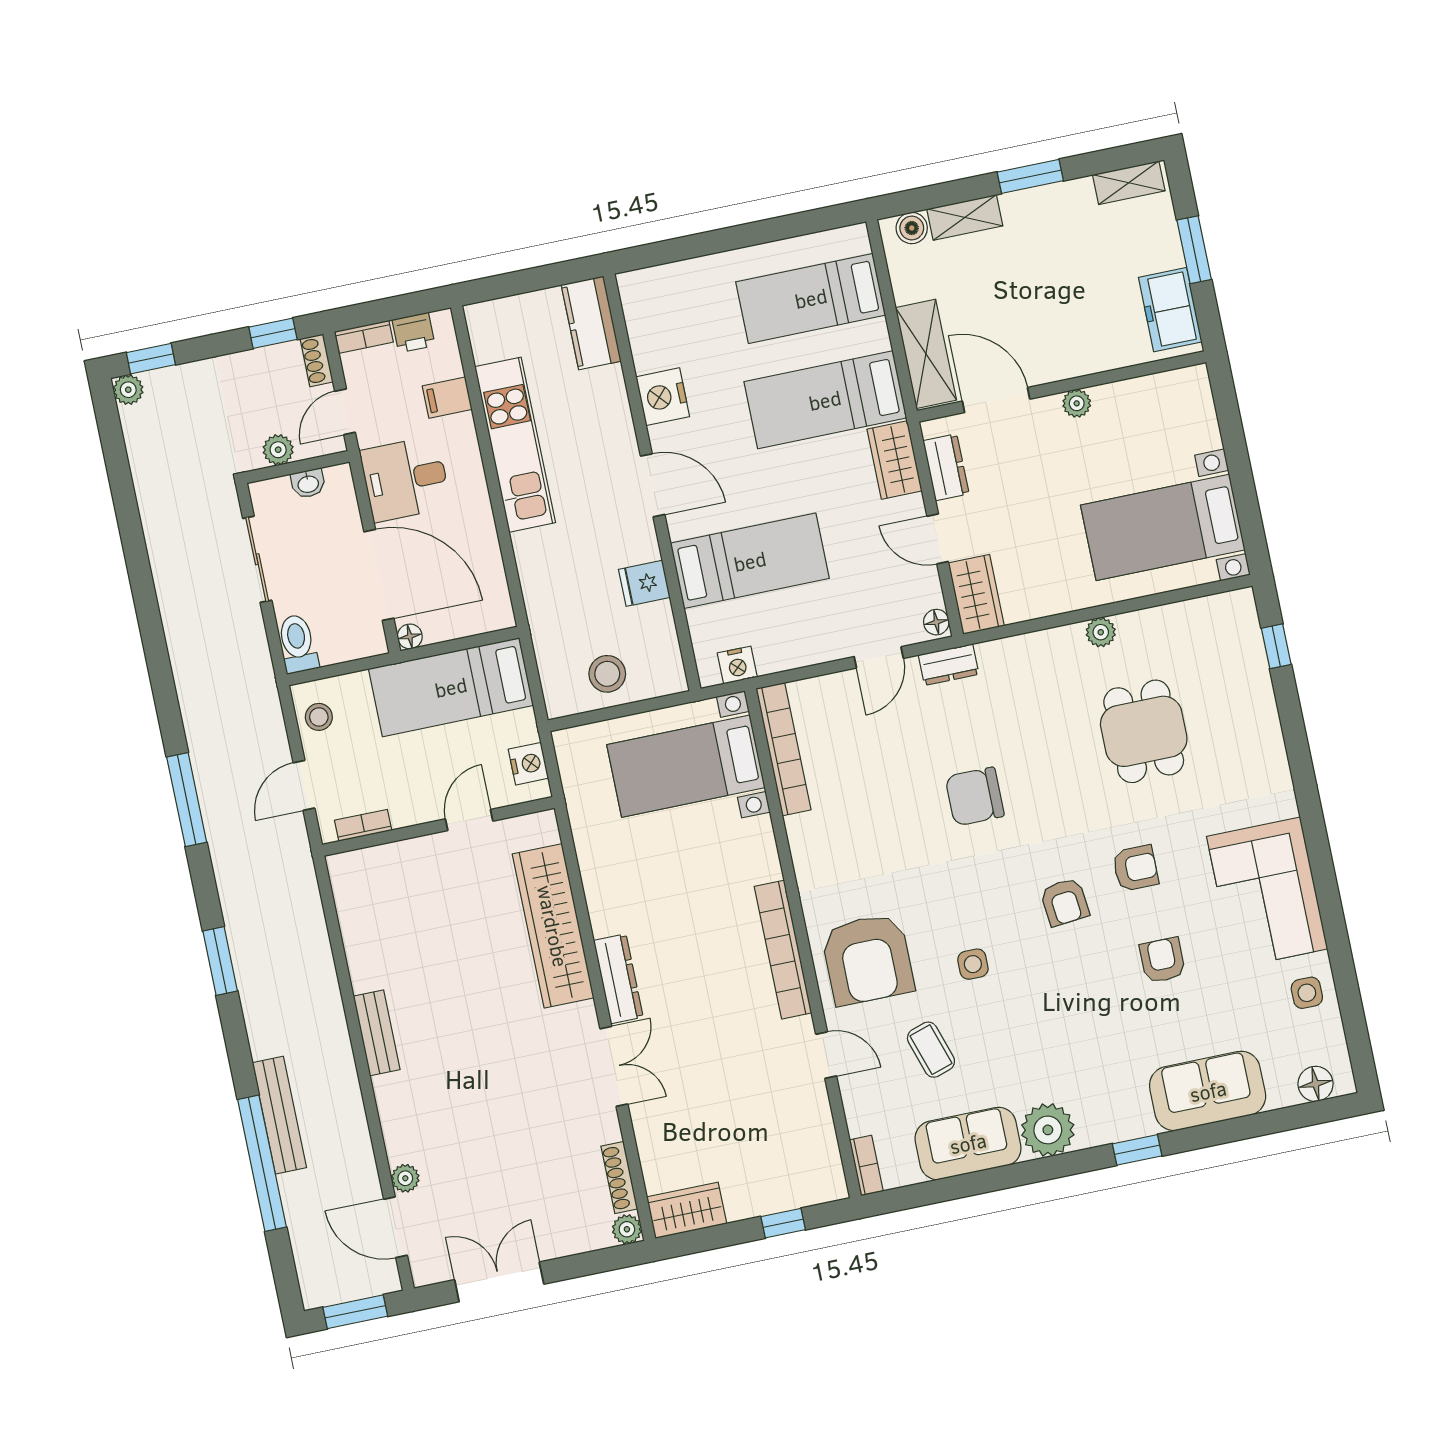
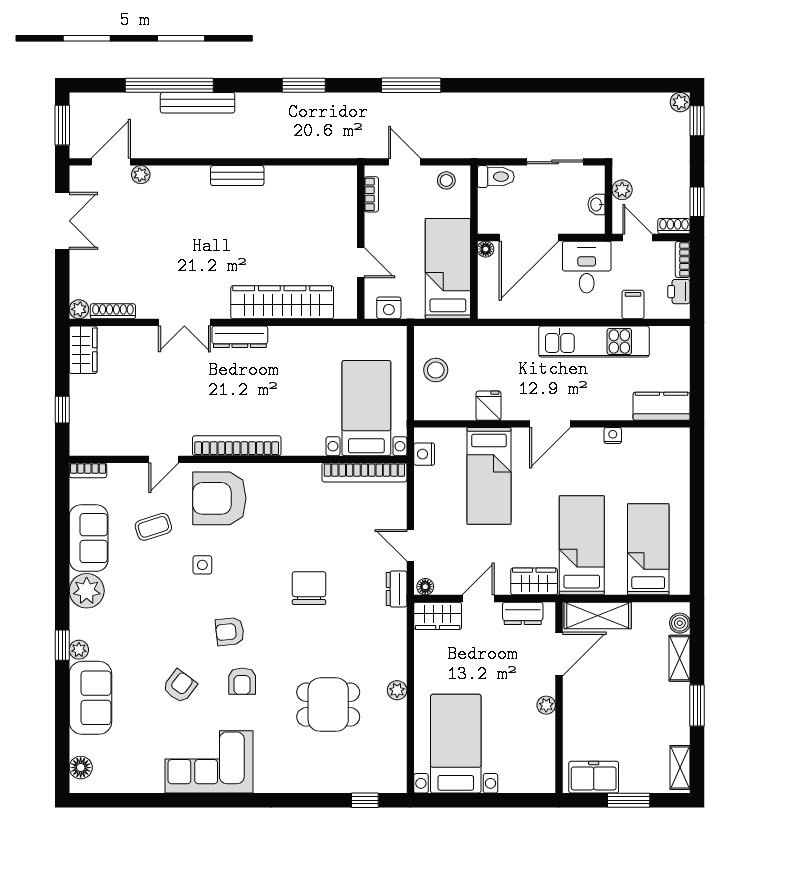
nightstand: (663, 397) -> (613, 436), width x0.53, depth x0.56
armchair: (1162, 960) -> (180, 686), turned -53
side table: (1307, 993) -> (140, 774), removed
plant: (1139, 1123) -> (79, 650), added

